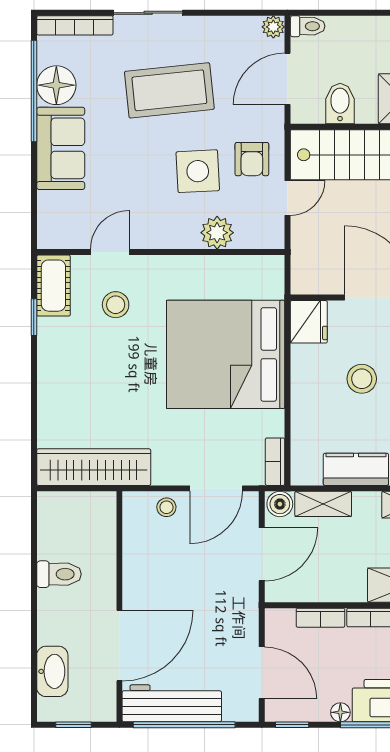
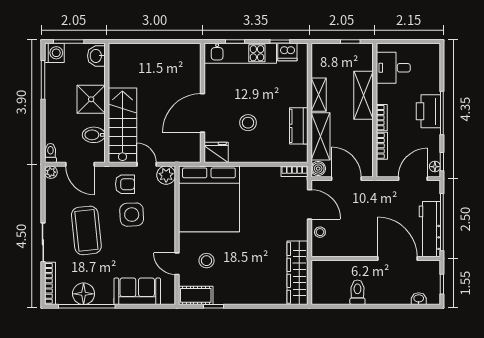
sofa: (61, 148) -> (137, 291), moved
plant: (217, 233) -> (166, 175), moved
bed: (226, 354) -> (209, 199), moved
shelving: (323, 504) -> (320, 136), width x1.50, depth x1.33
washbasin: (52, 671) -> (419, 299), width x0.52, depth x0.69
floor lamp: (340, 712) -> (435, 167), moved

